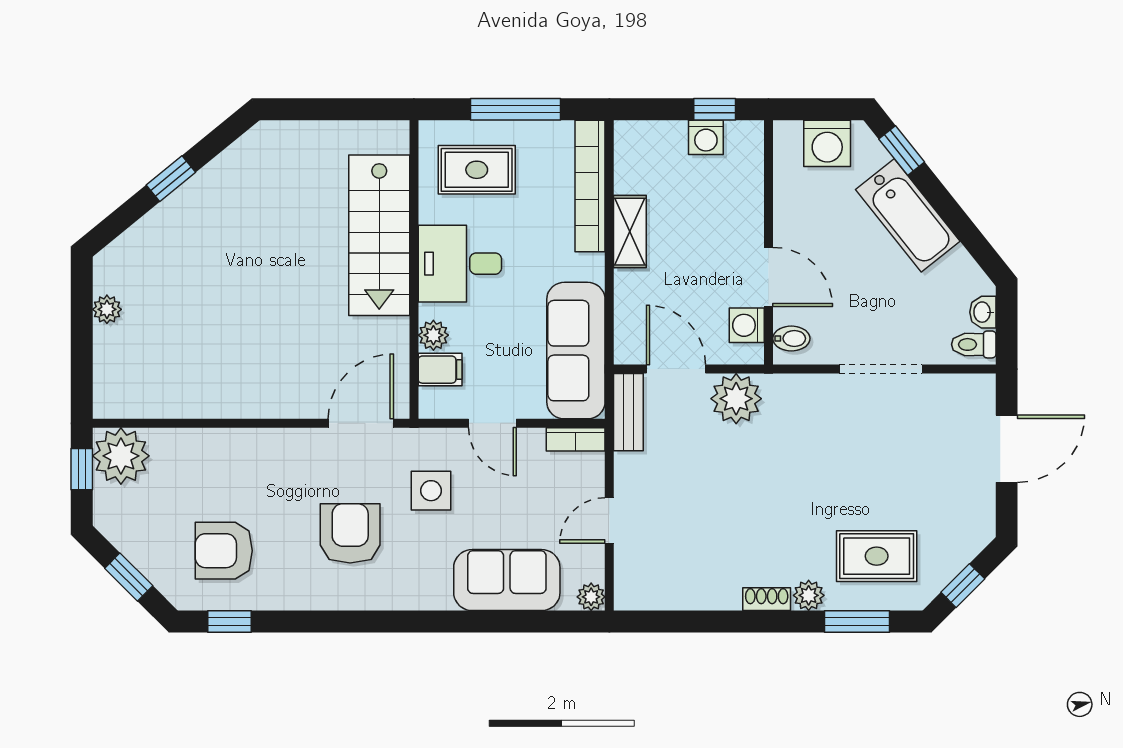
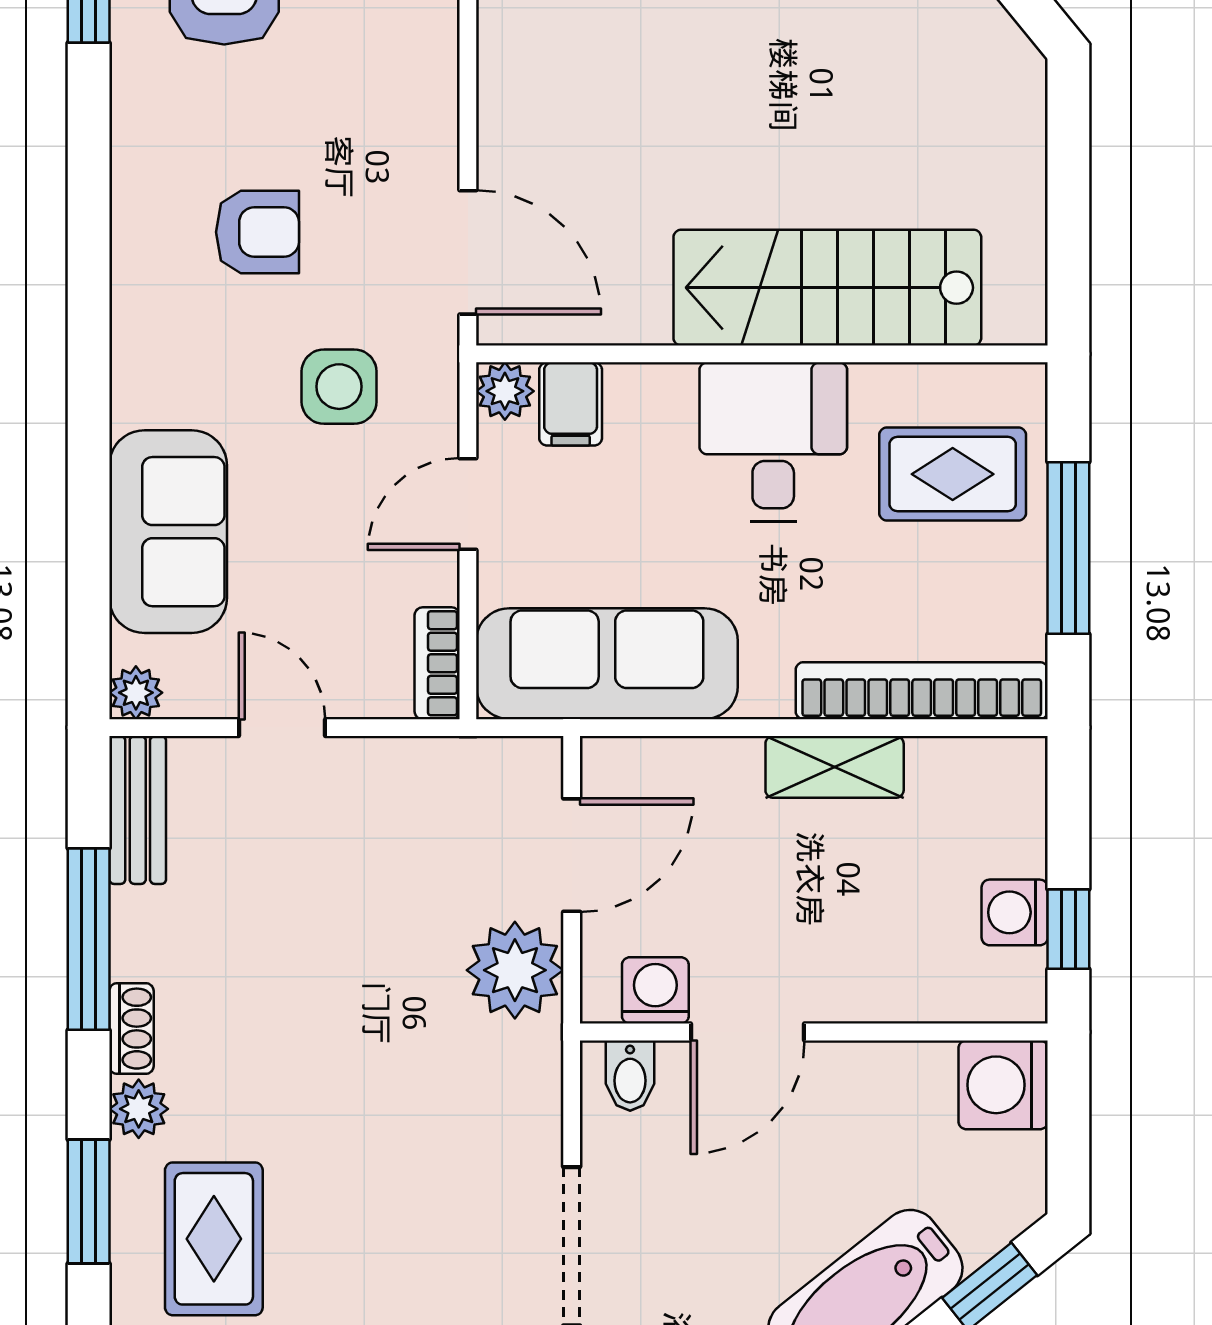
washing machine: (827, 143) -> (1003, 1085), moved
rug: (477, 170) -> (953, 474), turned 90
plant: (433, 335) -> (505, 391), moved
bench: (628, 412) -> (138, 810), moved, turned 90
armchair: (350, 533) -> (257, 232), width x0.72, depth x0.72
window: (720, 622) -> (89, 939), added

